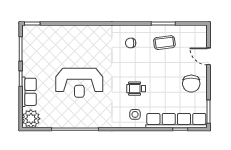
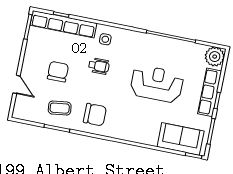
sofa: (47, 36) -> (181, 139), added
chair: (131, 43) -> (95, 115), width x1.87, depth x1.87
chair: (191, 84) -> (58, 72), moved
row of seats: (29, 92) -> (210, 92), width x1.48

